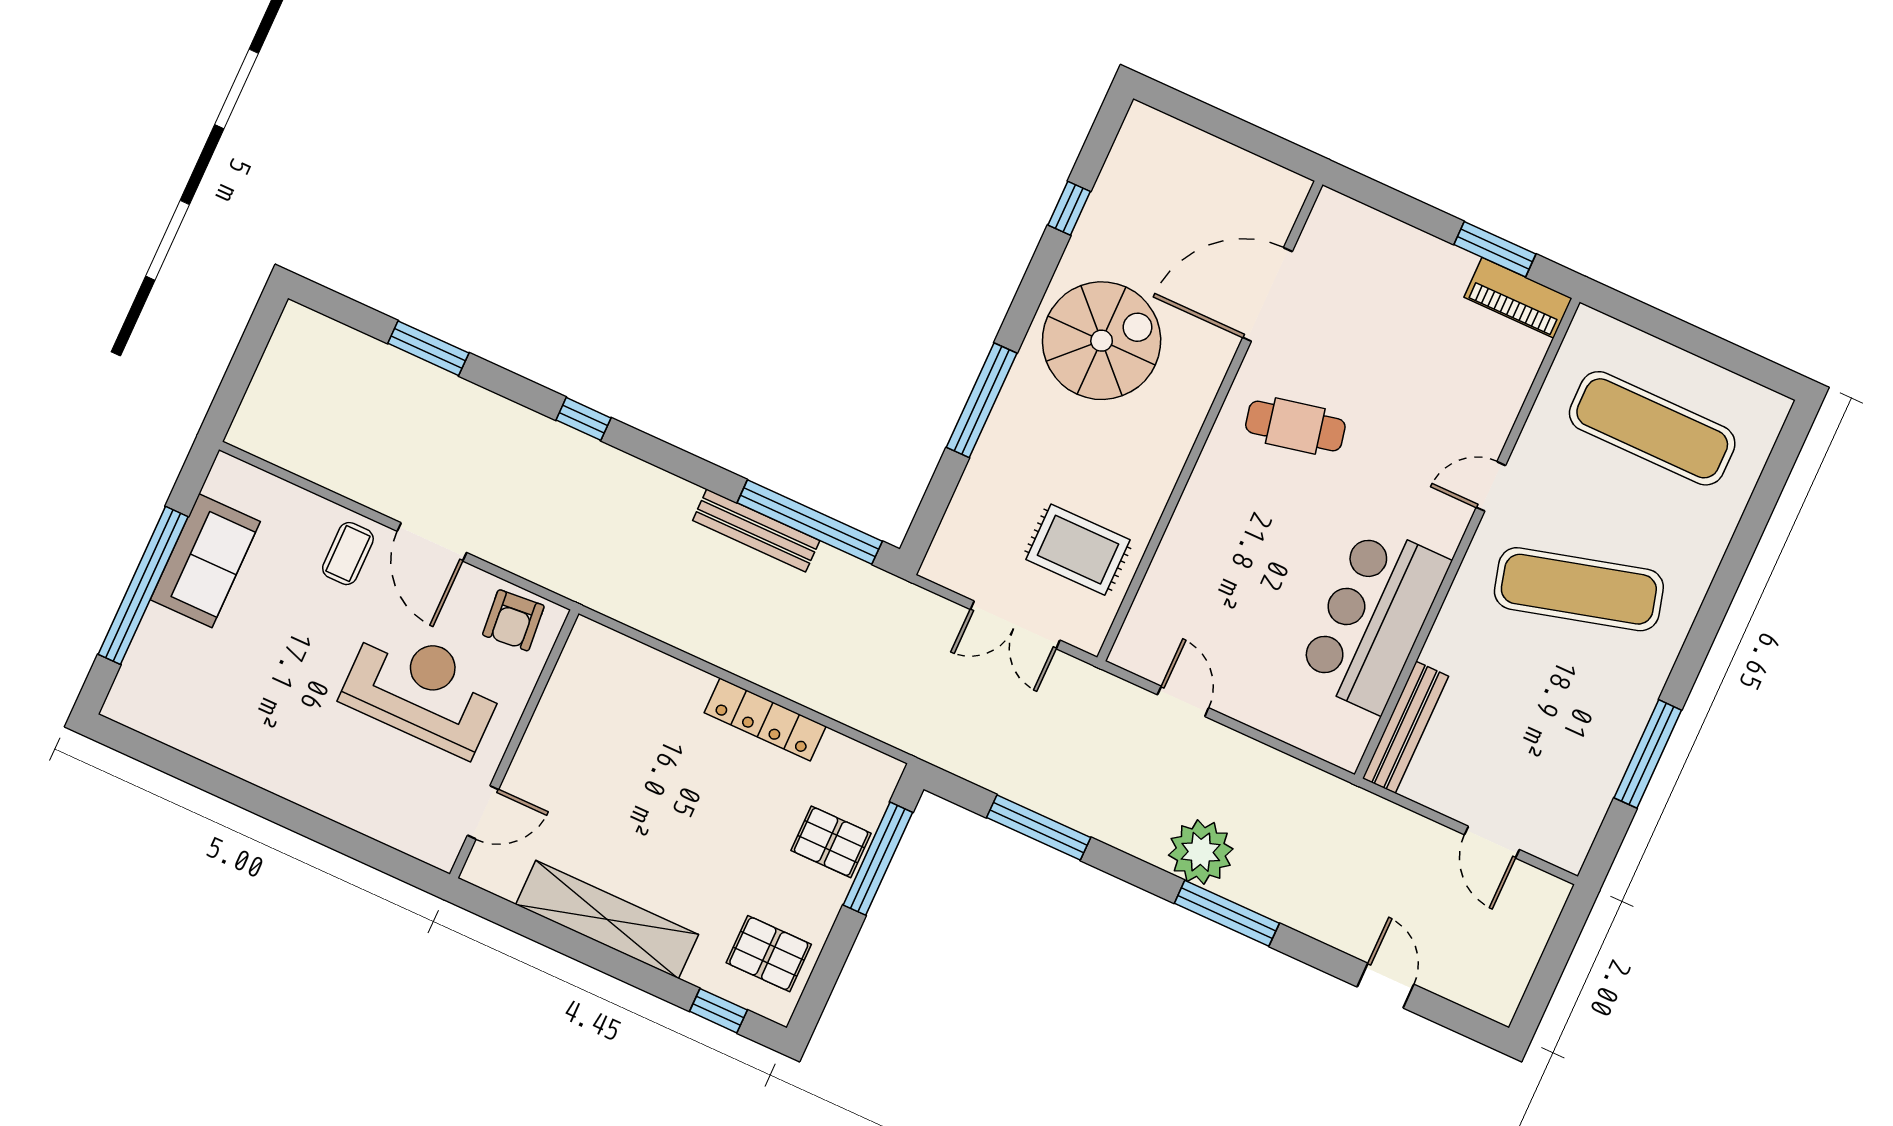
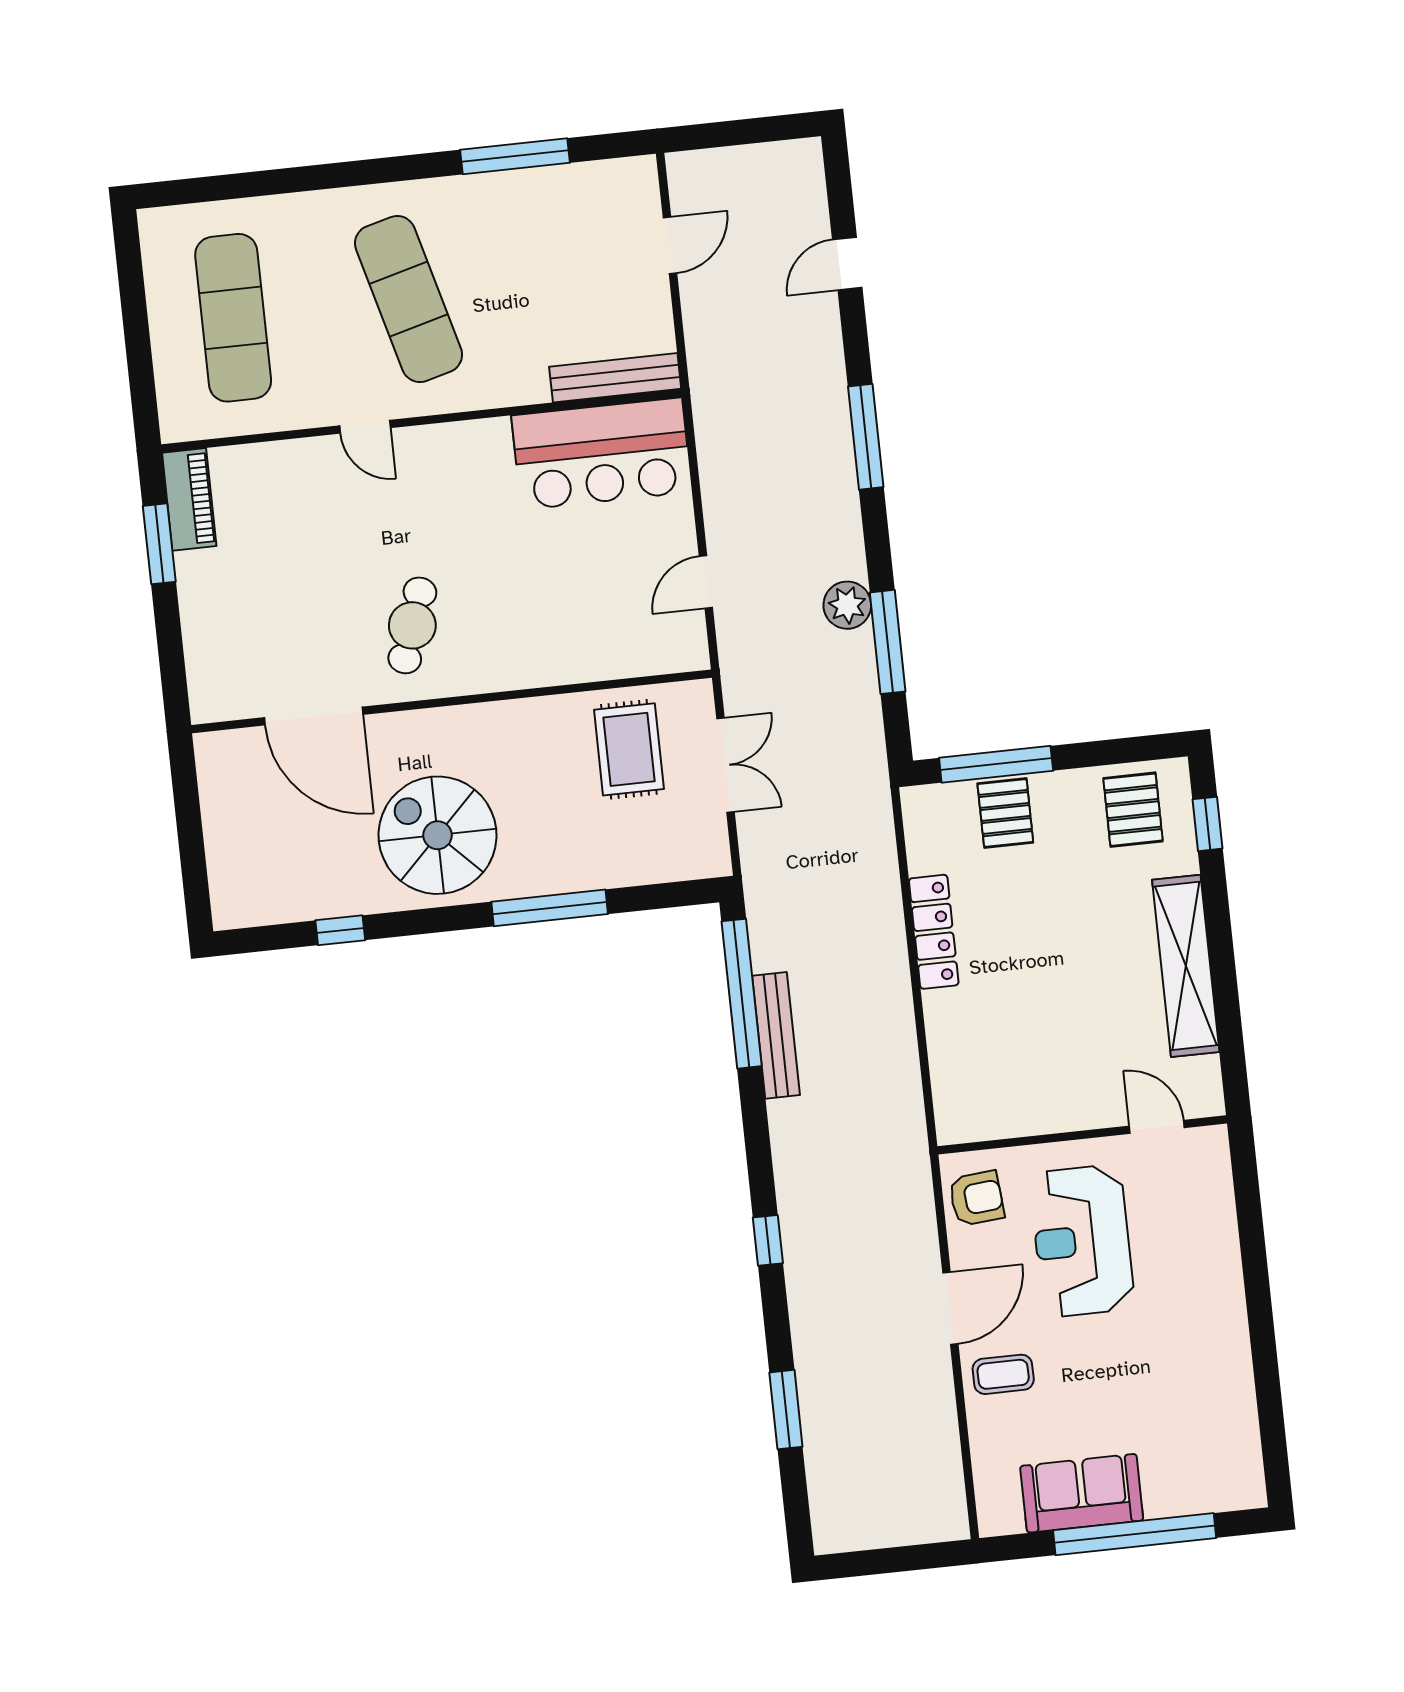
cafe table: (1295, 426) -> (412, 625), turned 31
bar counter: (1373, 619) -> (602, 454), moved
plant: (1201, 852) -> (847, 605), moved, width x0.73, depth x0.73

